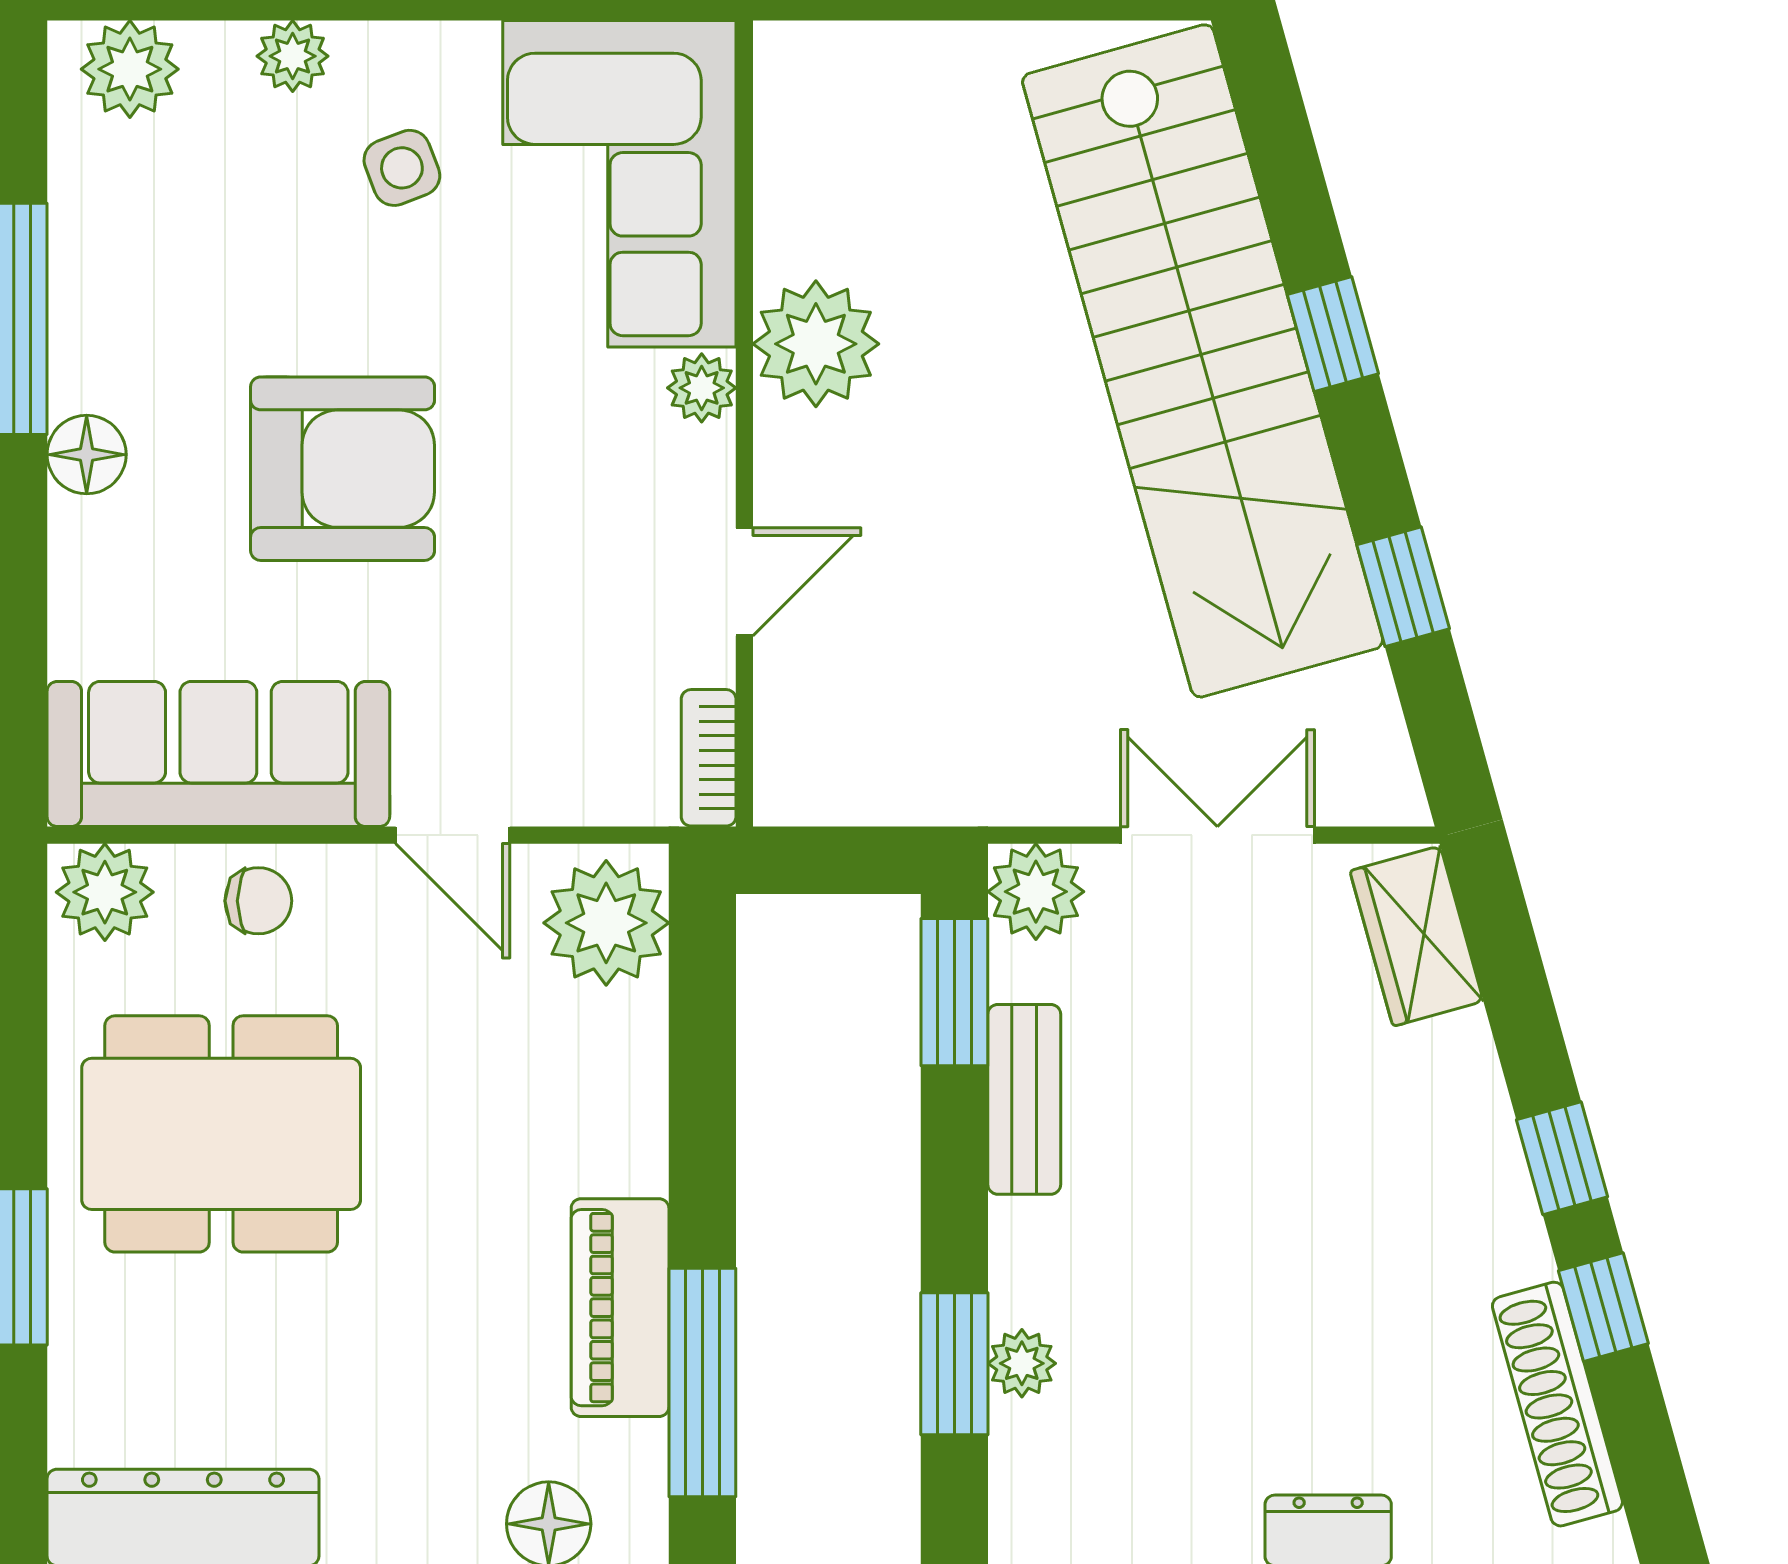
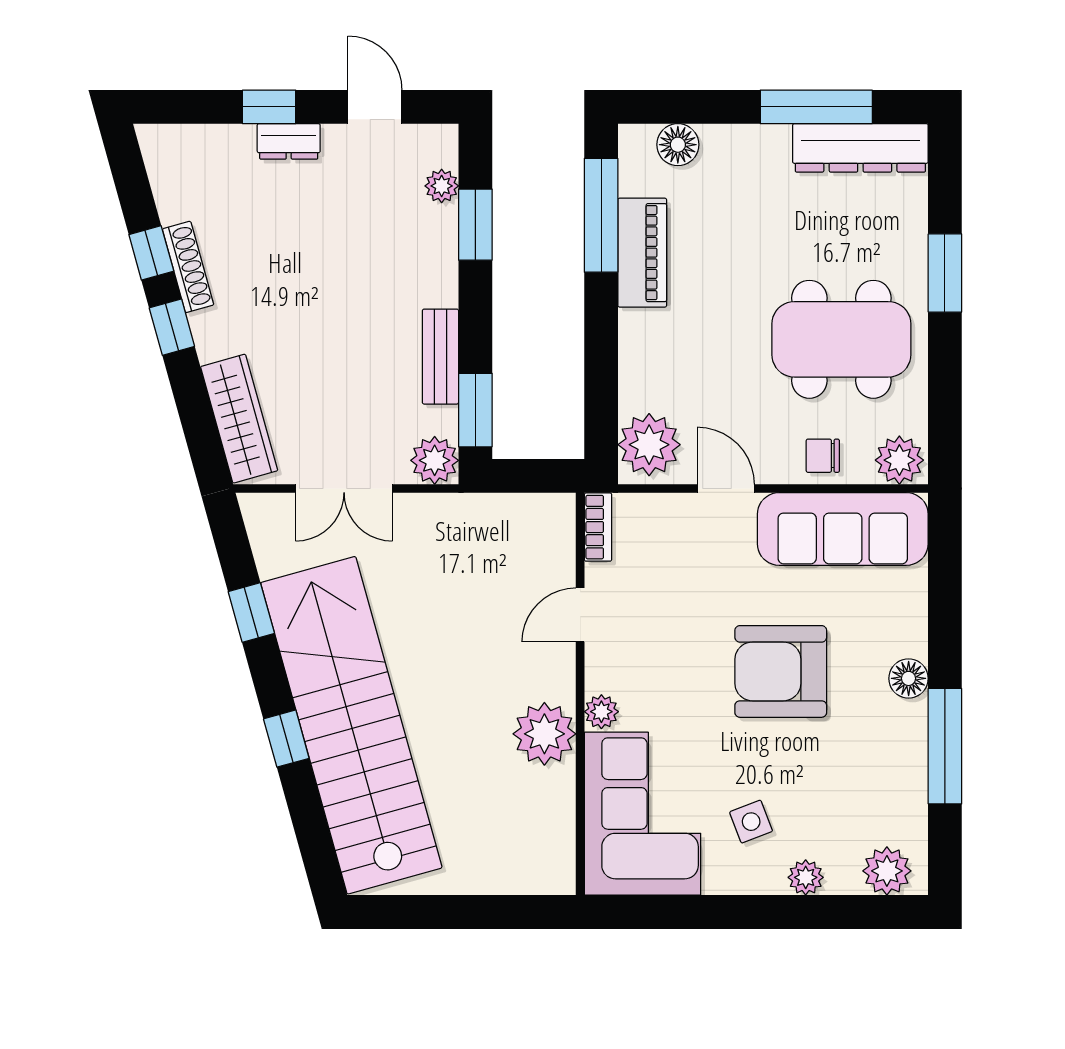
wardrobe: (1417, 936) -> (239, 419), width x1.50
plant: (1022, 1363) -> (442, 186), moved
shoe rack: (1557, 1404) -> (188, 267), moved, width x0.74, depth x0.81

